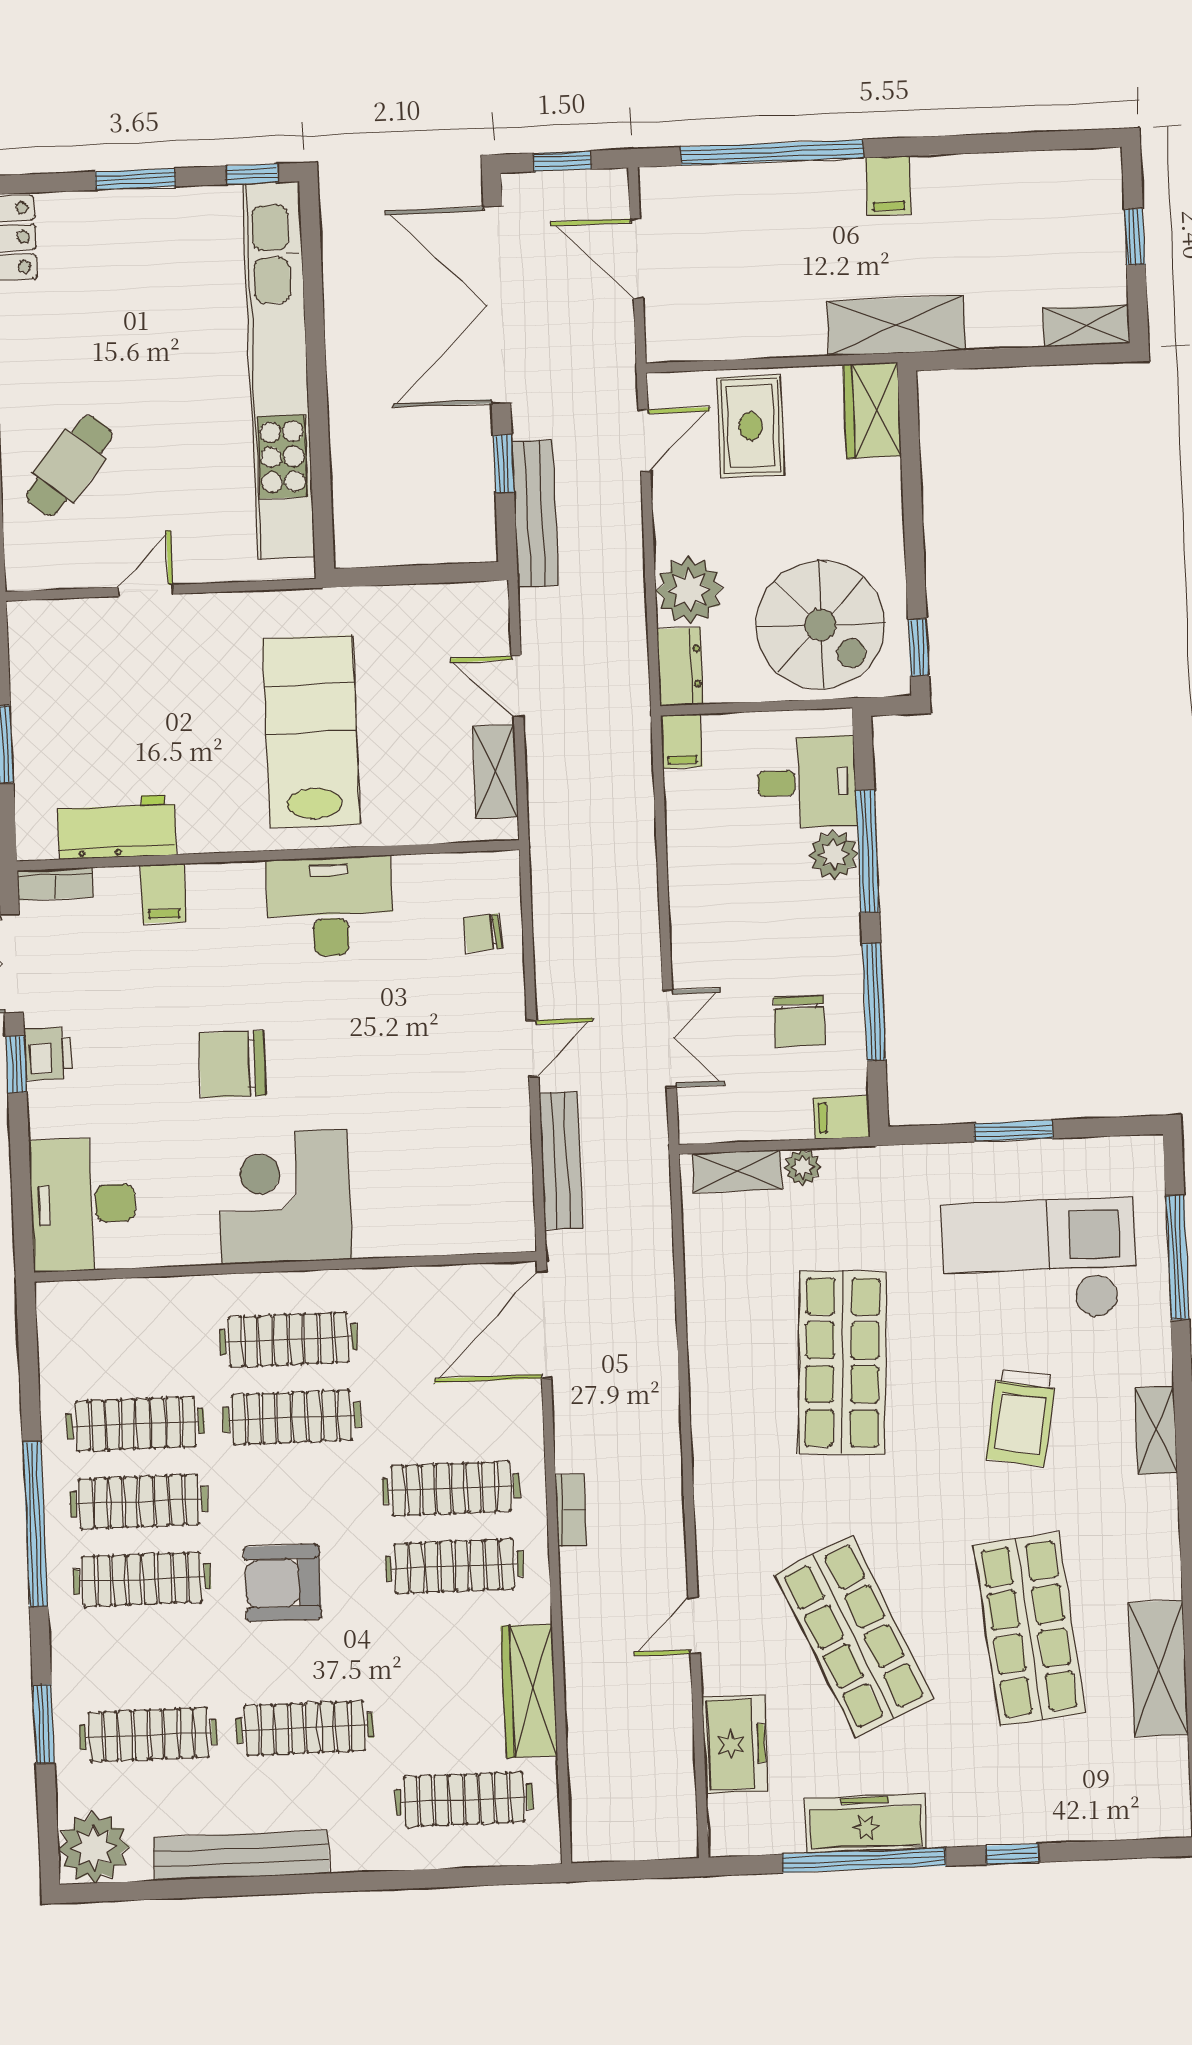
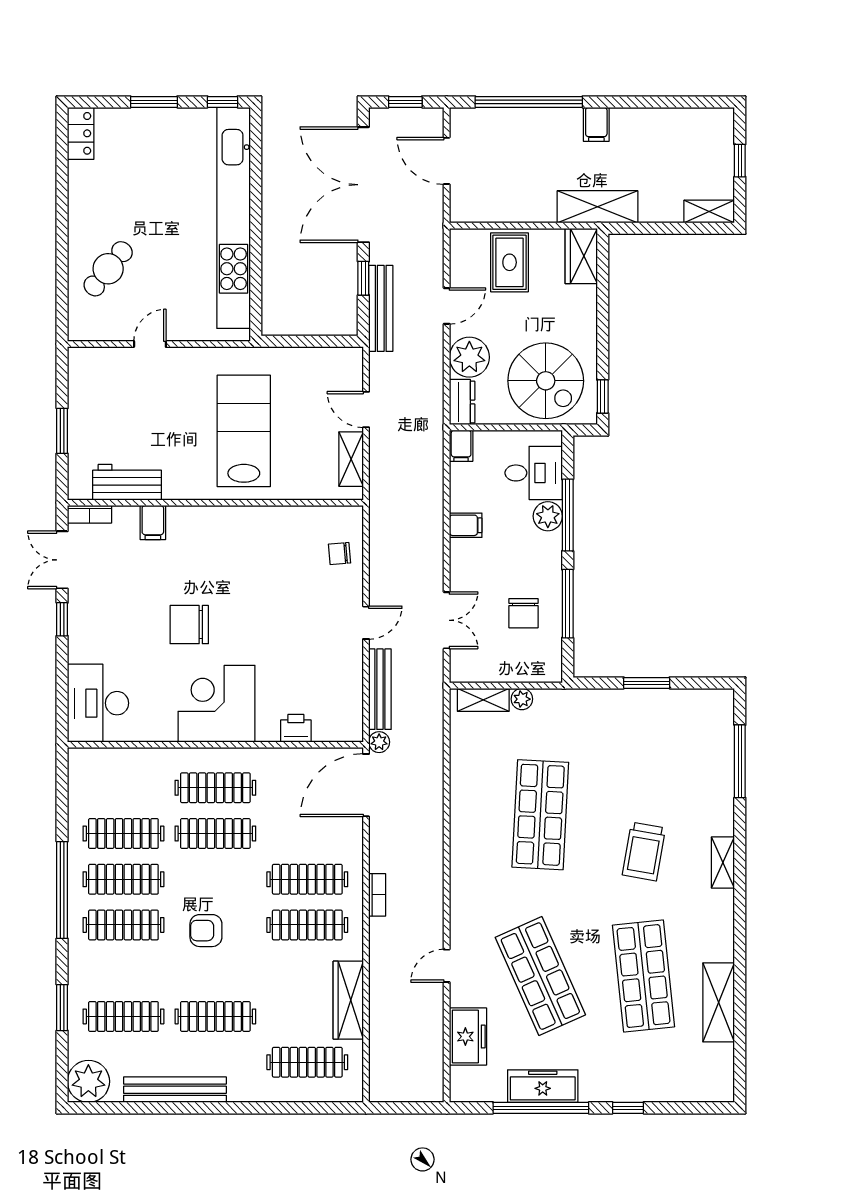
door: (644, 441) -> (447, 306), moved
desk: (330, 907) -> (250, 534), removed
printer: (48, 1054) -> (296, 728), moved, turned -90
filing cabinet: (842, 1117) -> (466, 525), moved, turned 180
plant: (563, 1250) -> (379, 742), added
checkout: (1039, 1260) -> (659, 760), removed
armchair: (283, 1583) -> (206, 931), width x0.72, depth x0.72

